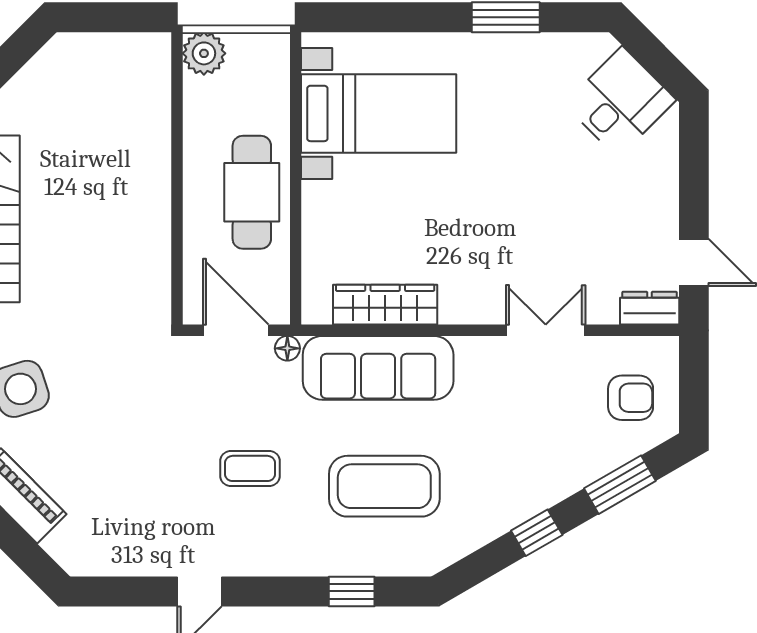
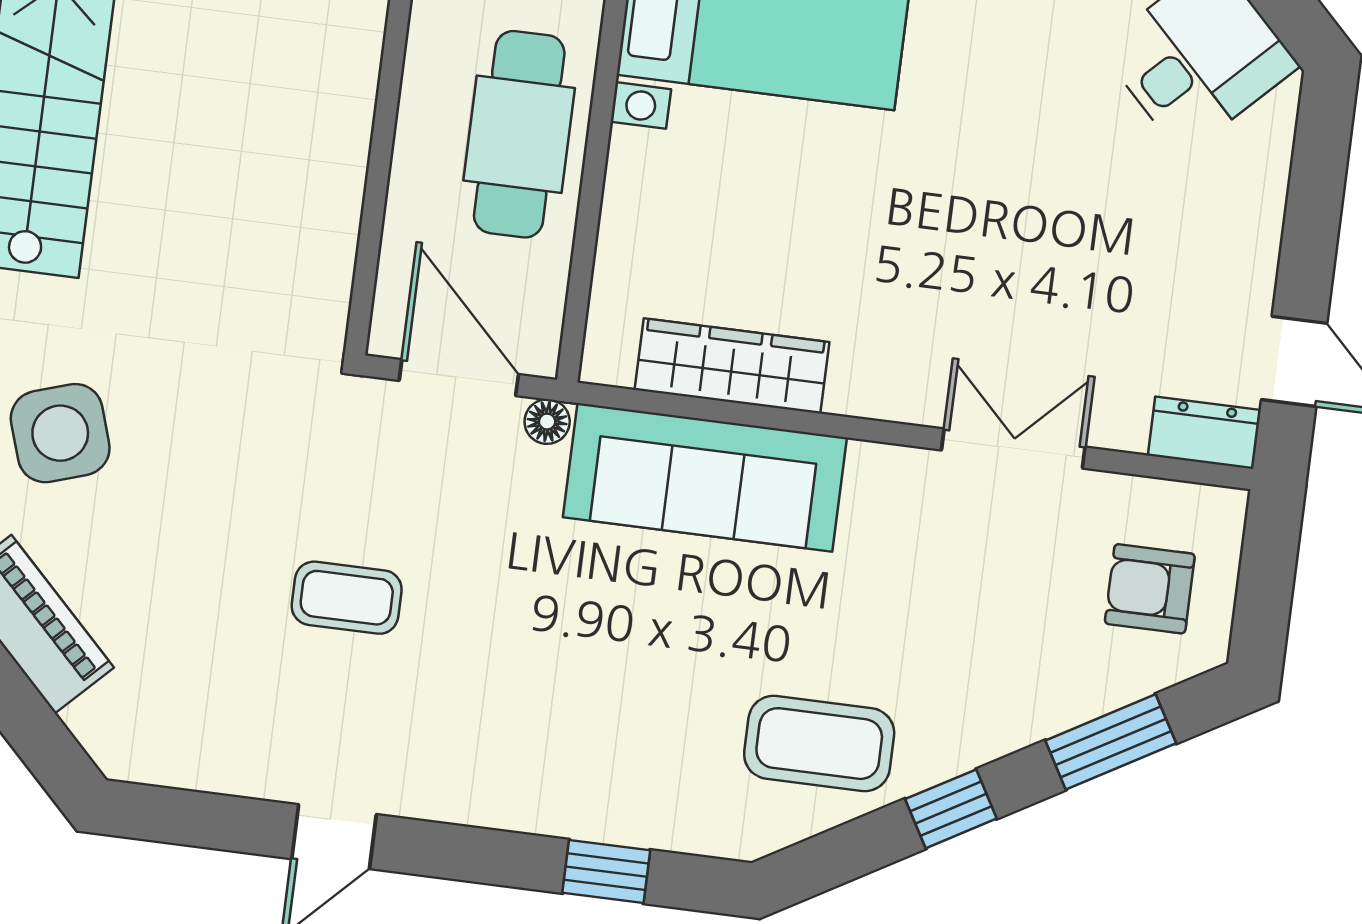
armchair: (631, 398) -> (1150, 589), turned 180
coffee table: (250, 468) -> (347, 598), moved
coffee table: (384, 486) -> (819, 744), moved, width x0.73, depth x0.76

